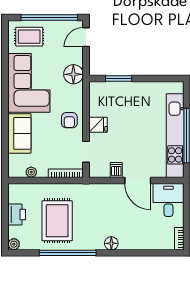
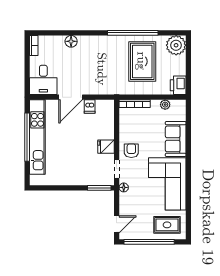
floor lamp: (73, 74) -> (124, 187), width x0.53, depth x0.53
window: (119, 78) -> (99, 188), moved
doorway: (86, 152) -> (117, 169), moved
door: (138, 181) -> (71, 97), swing flipped
printer: (17, 214) -> (178, 85), moved
floor lamp: (111, 243) -> (71, 41), moved
plant: (14, 244) -> (176, 45), width x1.88, depth x1.88

